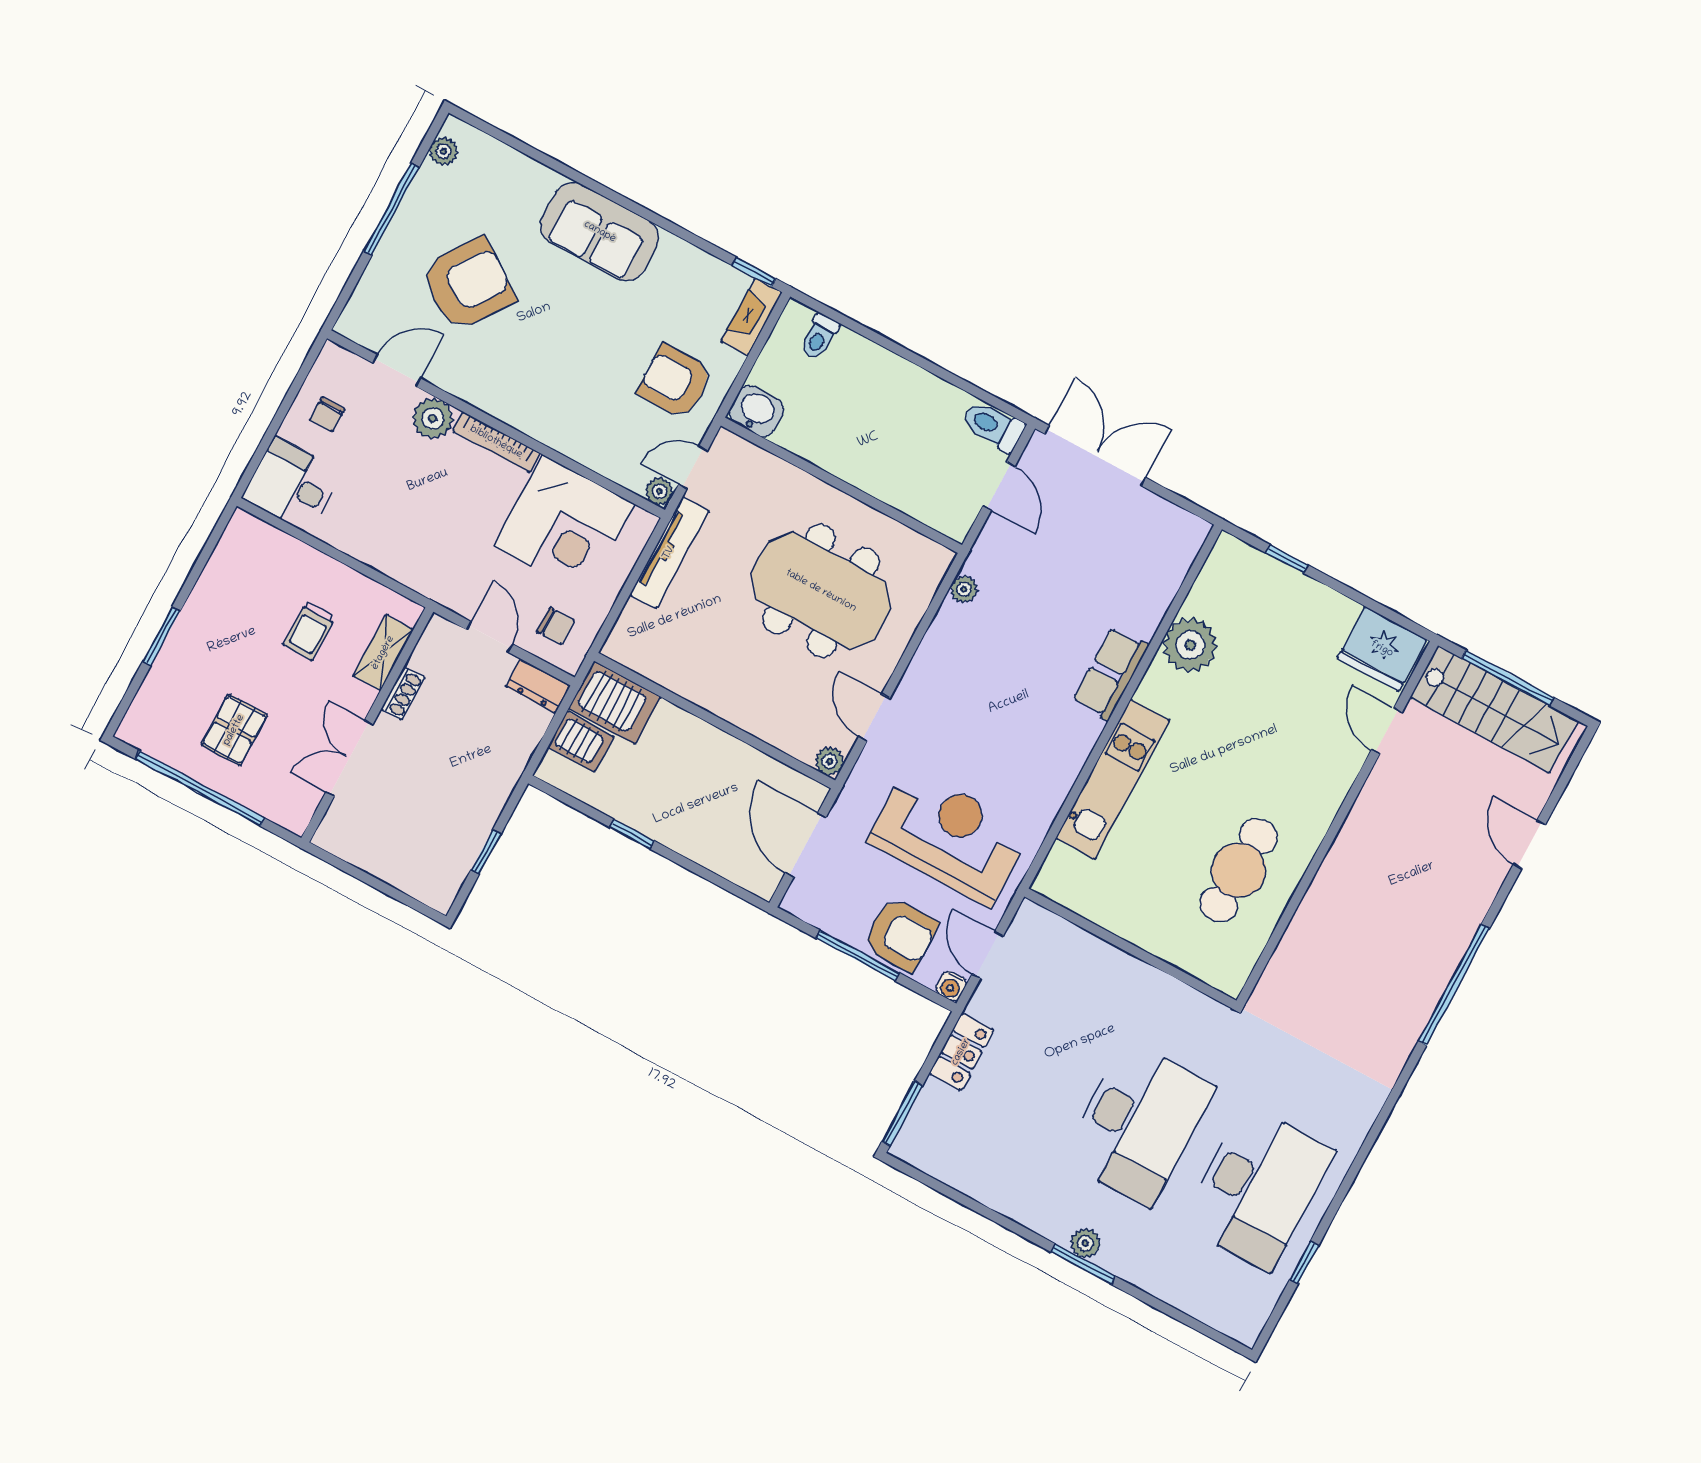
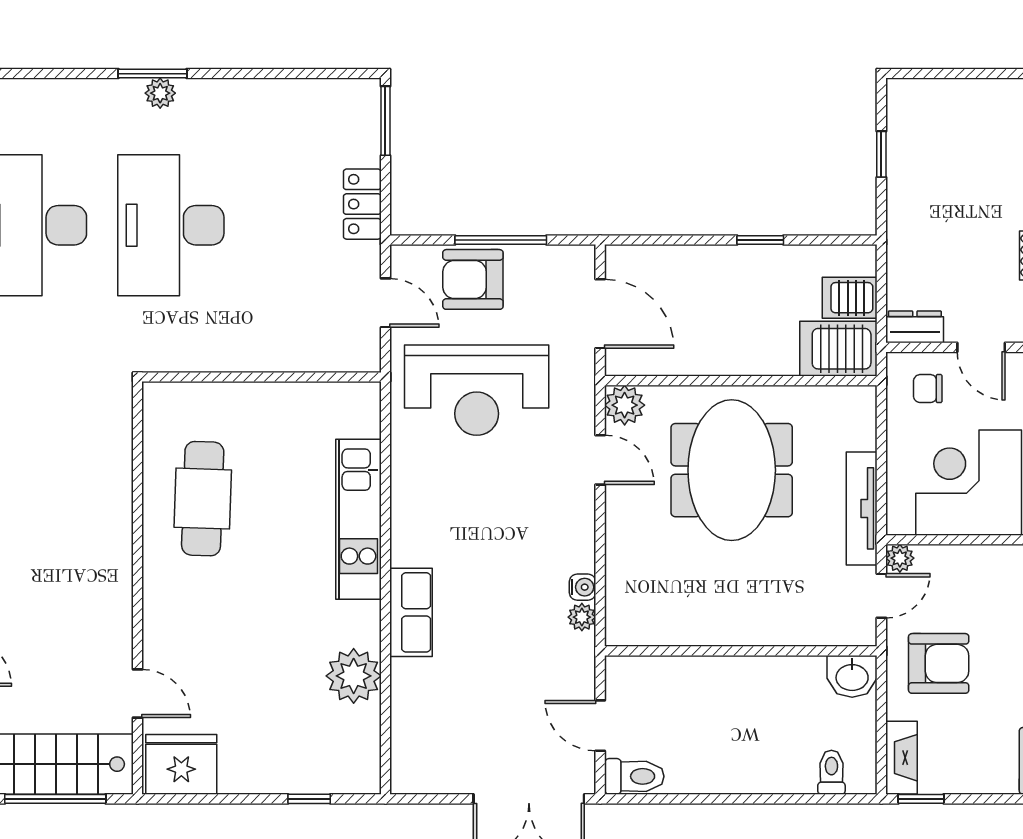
meeting table: (821, 591) -> (732, 470), moved, turned 90
plant: (830, 761) -> (625, 405), width x1.38, depth x1.38
water cooler: (951, 986) -> (583, 587), moved, turned 90

